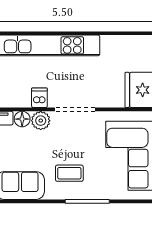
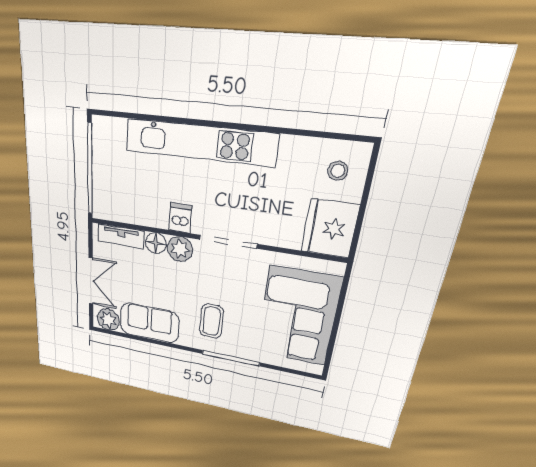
stool: (138, 53) -> (338, 171), added
coffee table: (69, 173) -> (211, 321), turned 90

